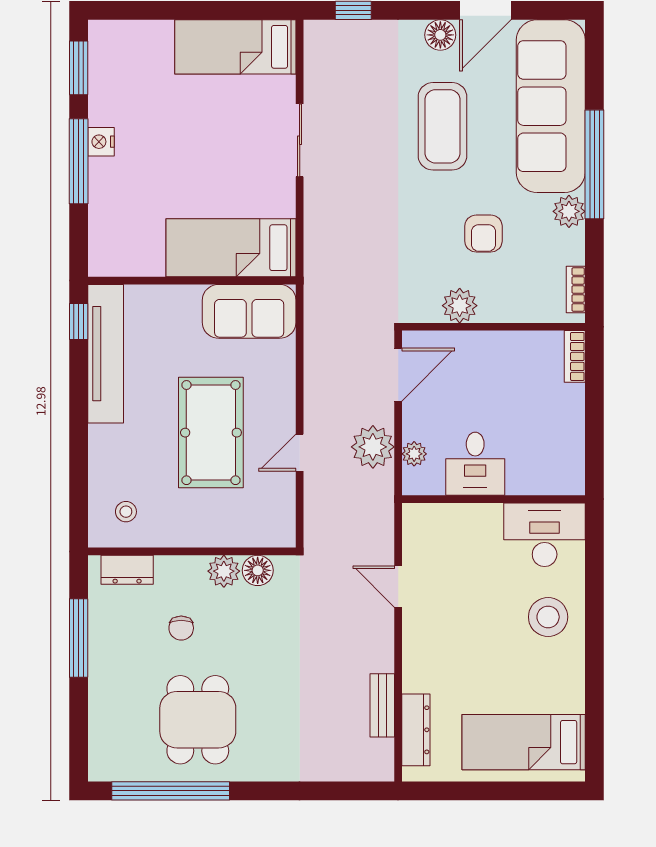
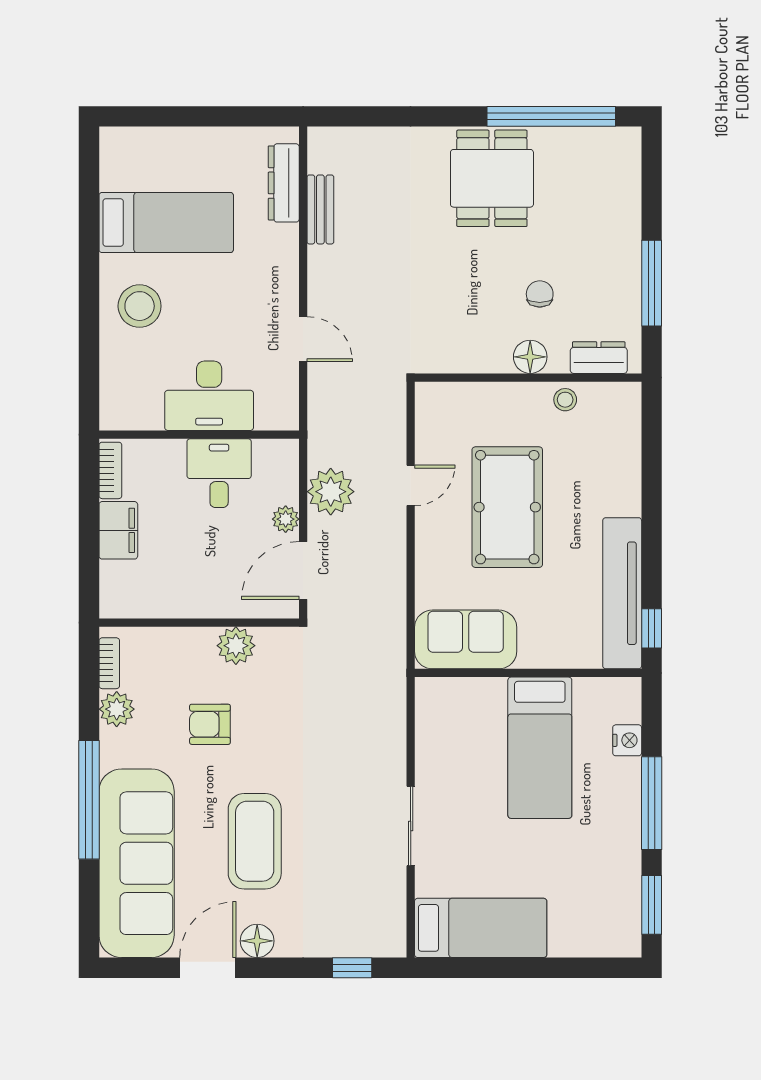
nightstand: (101, 142) -> (627, 740), moved
plant: (569, 211) -> (117, 709), moved
armchair: (483, 234) -> (210, 724), turned -90
bed: (231, 248) -> (540, 748), moved, turned 90
bookcase: (575, 356) -> (110, 470), moved
filing cabinet: (568, 411) -> (118, 530), added
plant: (414, 454) -> (286, 519), moved
stool: (126, 512) -> (565, 400), moved
desk: (545, 535) -> (209, 396), moved
floor lamp: (258, 570) -> (530, 357), moved
plant: (224, 571) -> (493, 356), removed
dining table: (198, 720) -> (492, 178), moved
bed: (524, 742) -> (166, 223), moved

